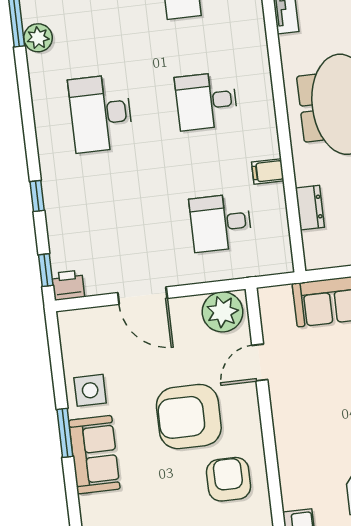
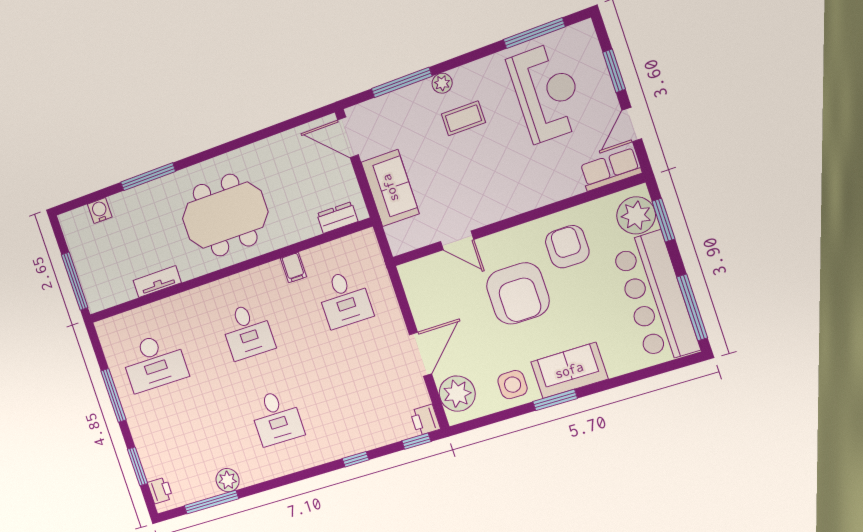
desk: (101, 113) -> (276, 418), width x0.73
dresser: (310, 208) -> (337, 218), moved
plant: (223, 312) -> (457, 394), moved
armchair: (229, 479) -> (567, 247), turned 90

